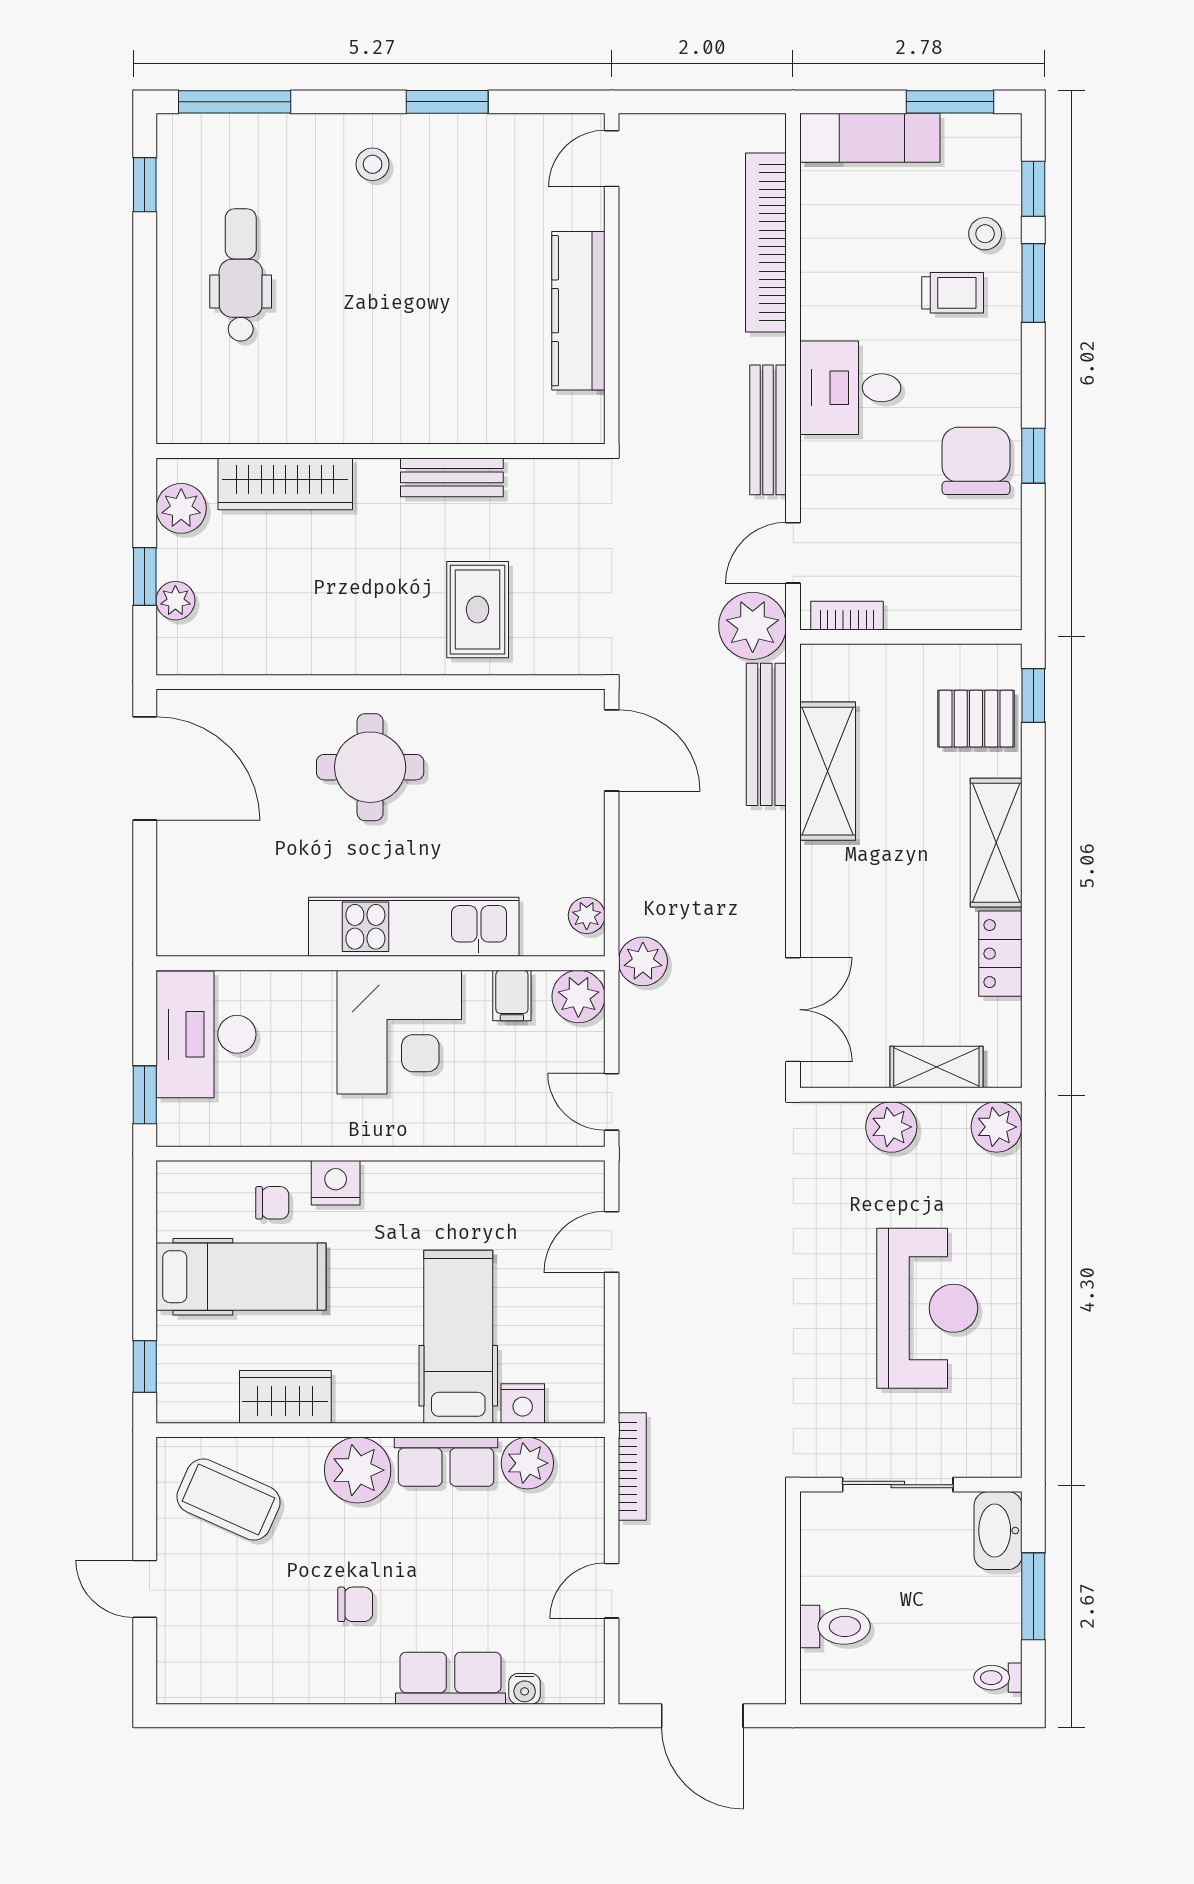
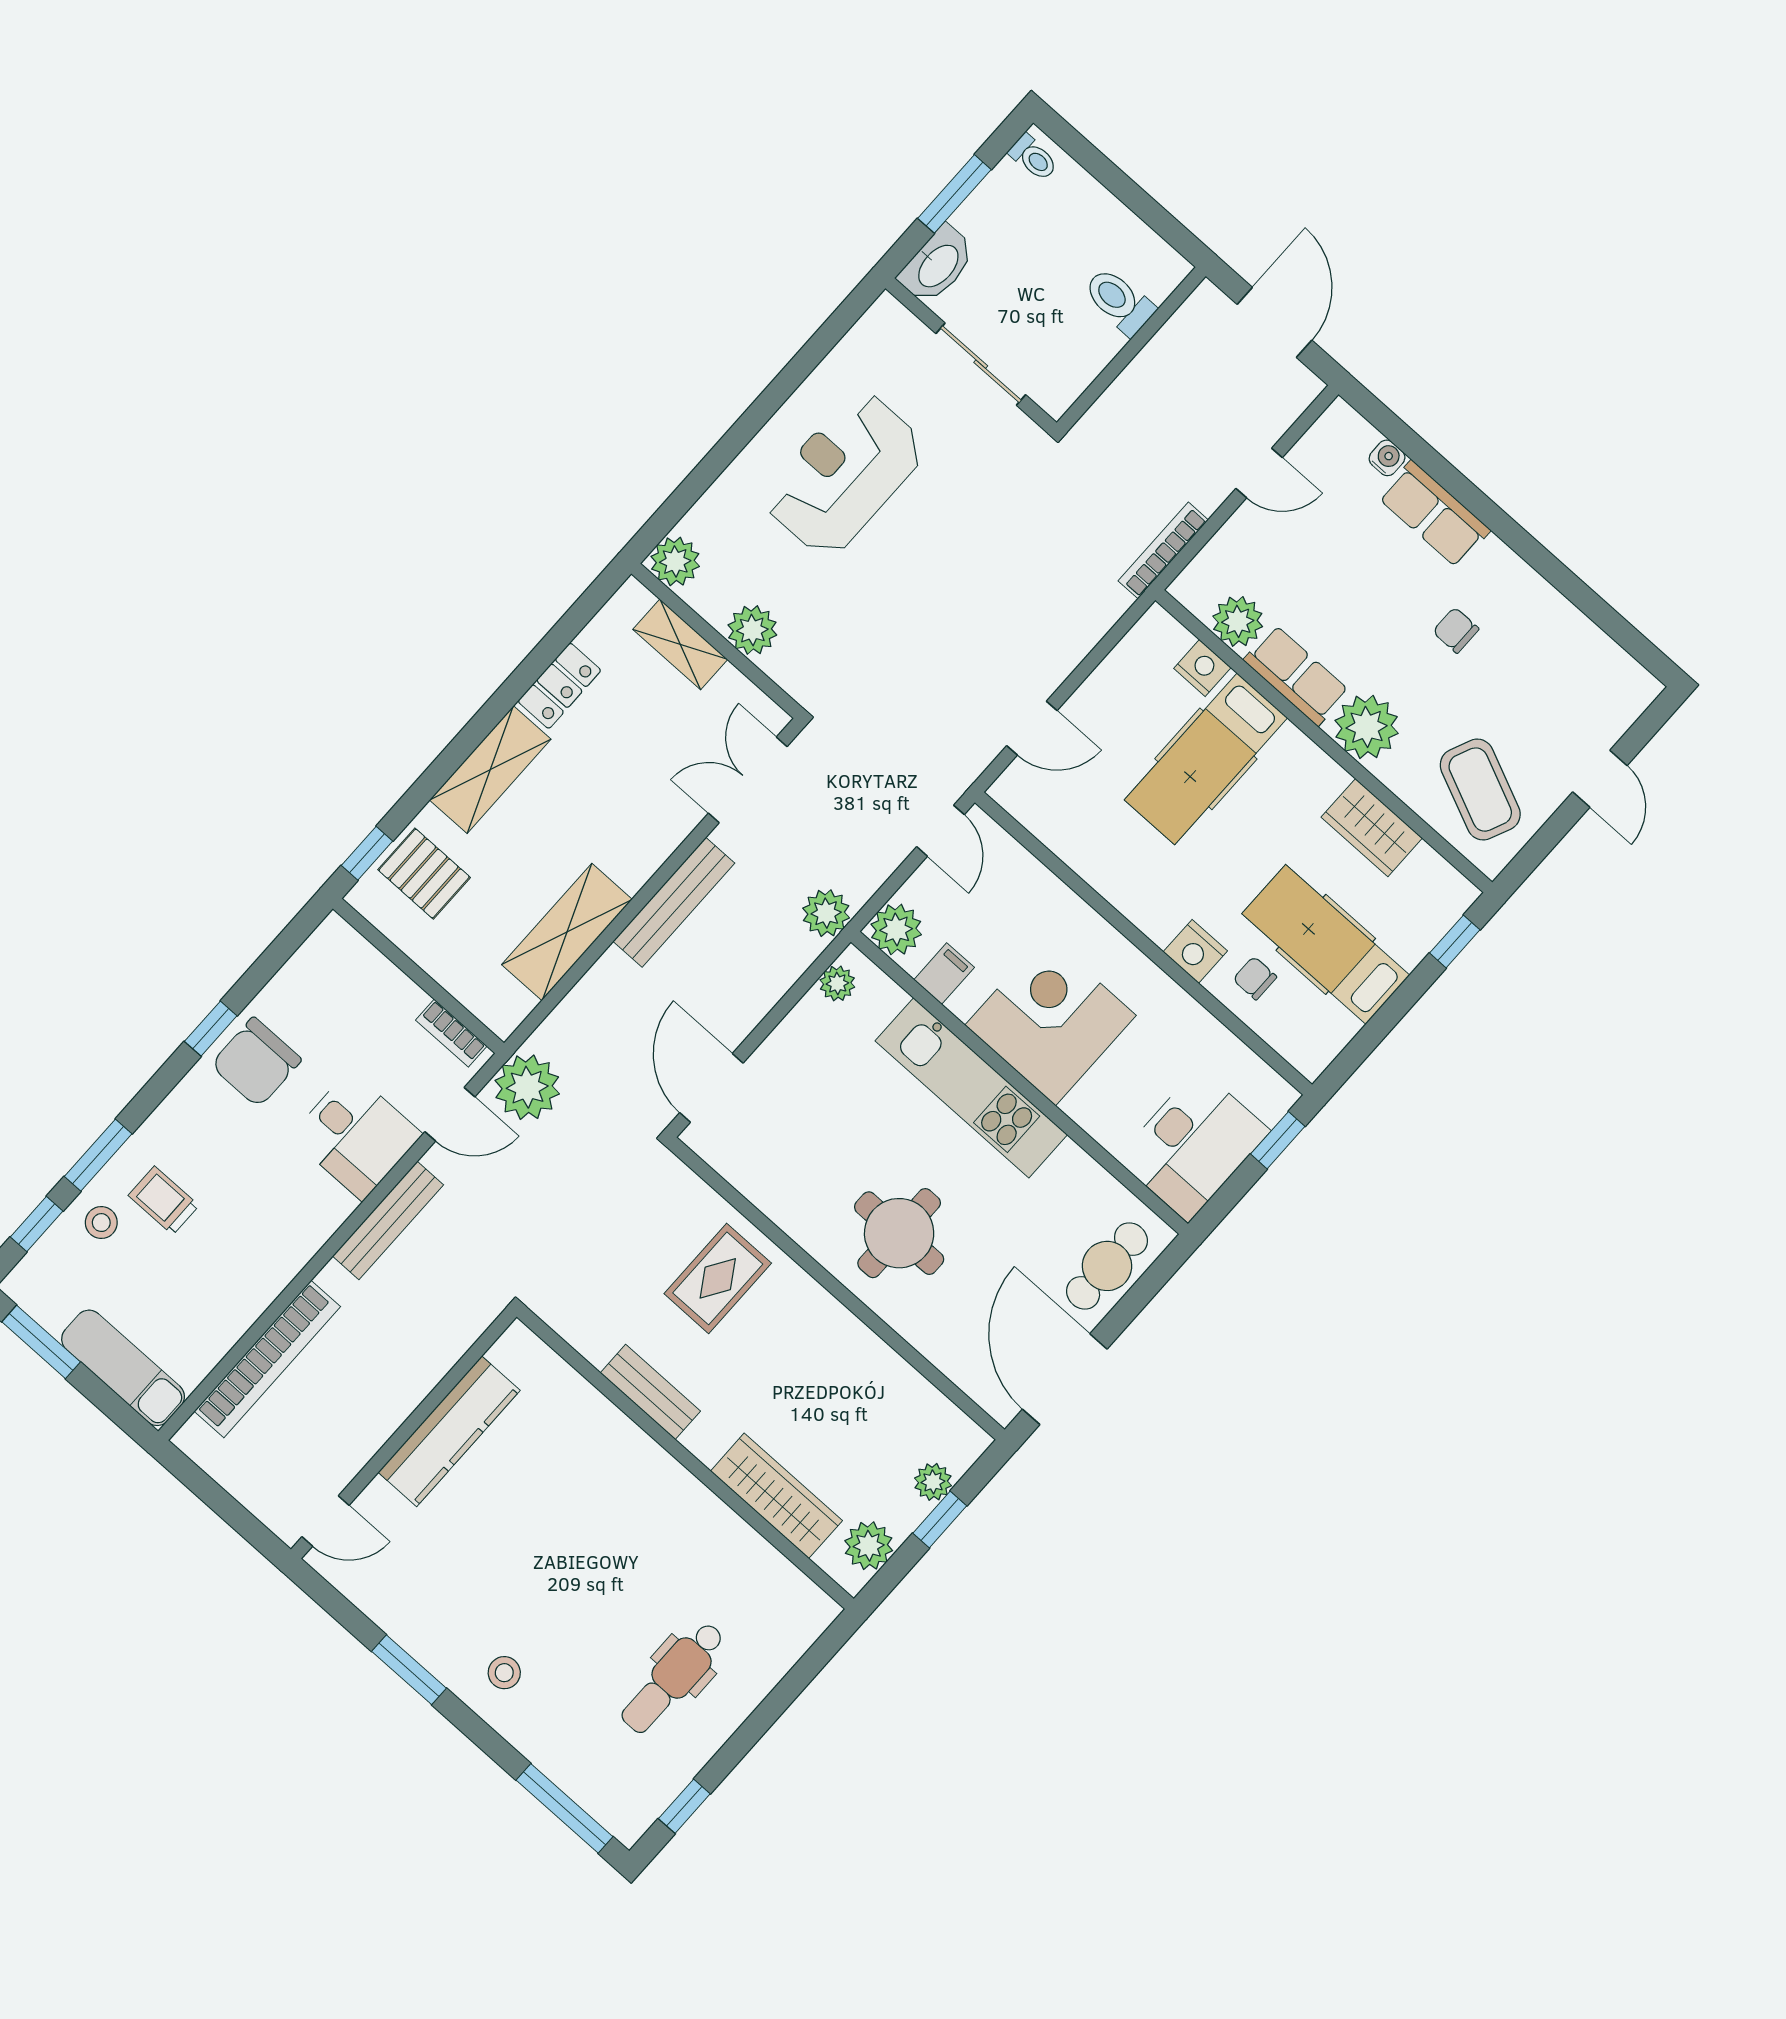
desk: (850, 388) -> (356, 1135), moved
bench: (766, 734) -> (674, 902), moved
cafe table: (189, 883) -> (1107, 1266), added

